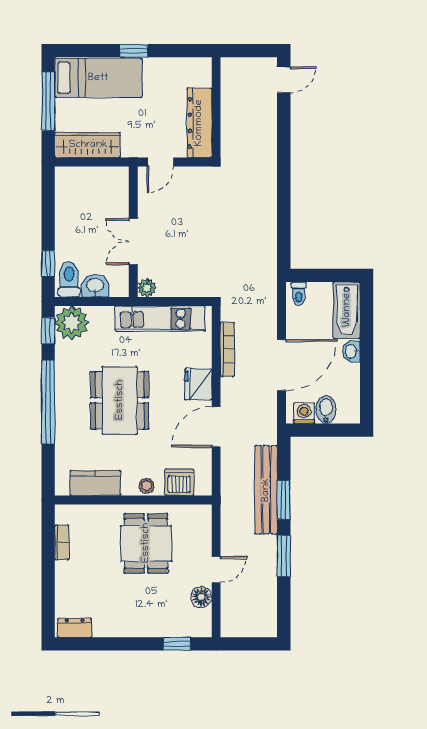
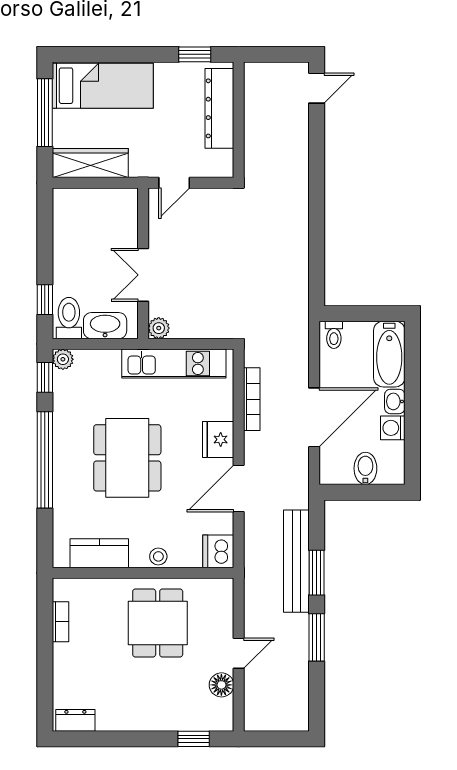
window: (134, 51) -> (195, 54), moved
dresser: (199, 123) -> (219, 108), moved
washbasin: (95, 286) -> (105, 326), width x1.38
plant: (72, 323) -> (63, 359), width x0.53, depth x0.53
washing machine: (304, 413) -> (393, 428), moved, turned -90
dishwasher: (179, 482) -> (218, 551), moved, turned -90

